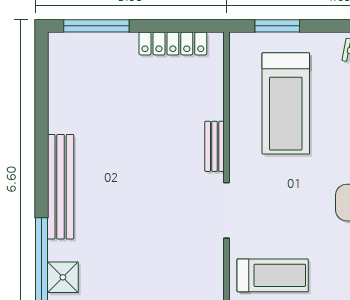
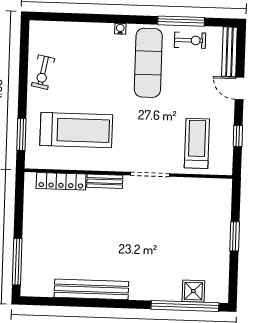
locker: (173, 43) -> (61, 181), moved, turned 90
bench: (61, 187) -> (91, 289), moved

